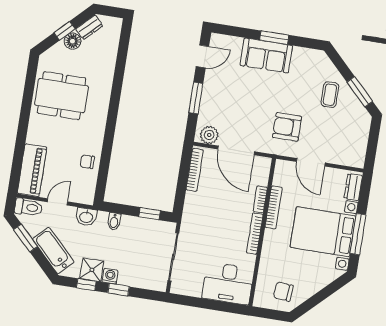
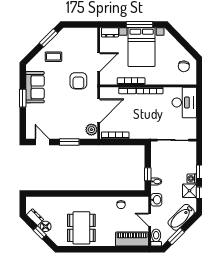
sofa: (266, 55) -> (35, 87), moved
window: (150, 214) -> (148, 174), moved

